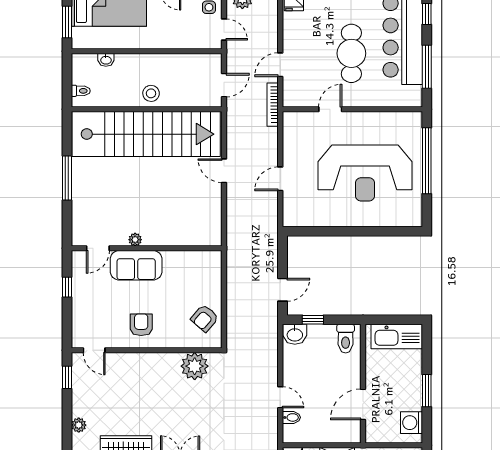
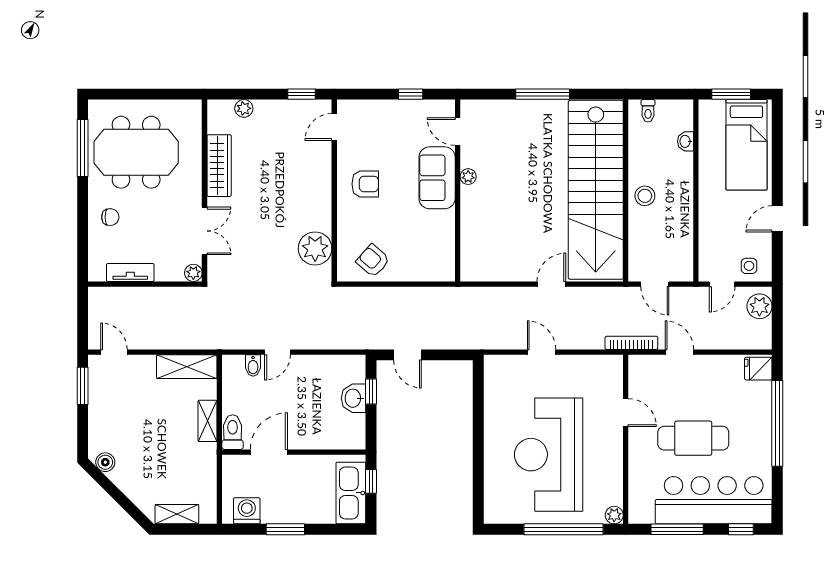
plant: (415, 119) -> (614, 515), added
window: (387, 320) -> (371, 481), added
washbasin: (295, 334) -> (354, 398), moved
toilet: (346, 339) -> (233, 432), moved, turned 90
door: (363, 404) -> (269, 452), hinge flipped

